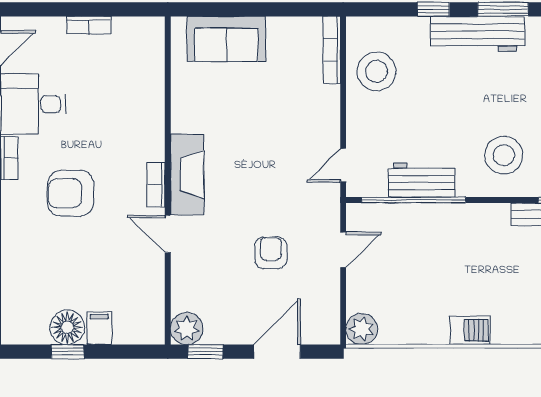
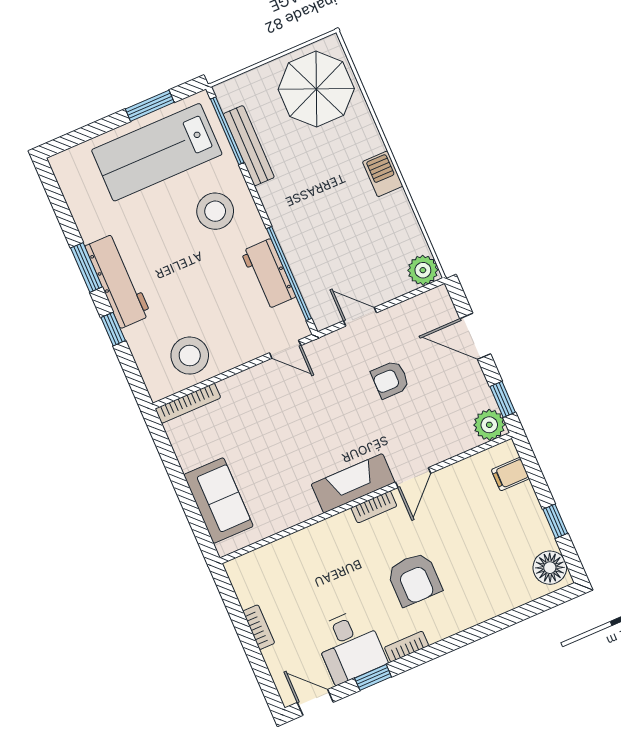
floor lamp: (67, 327) -> (550, 568), moved
filing cabinet: (99, 328) -> (510, 474), moved

